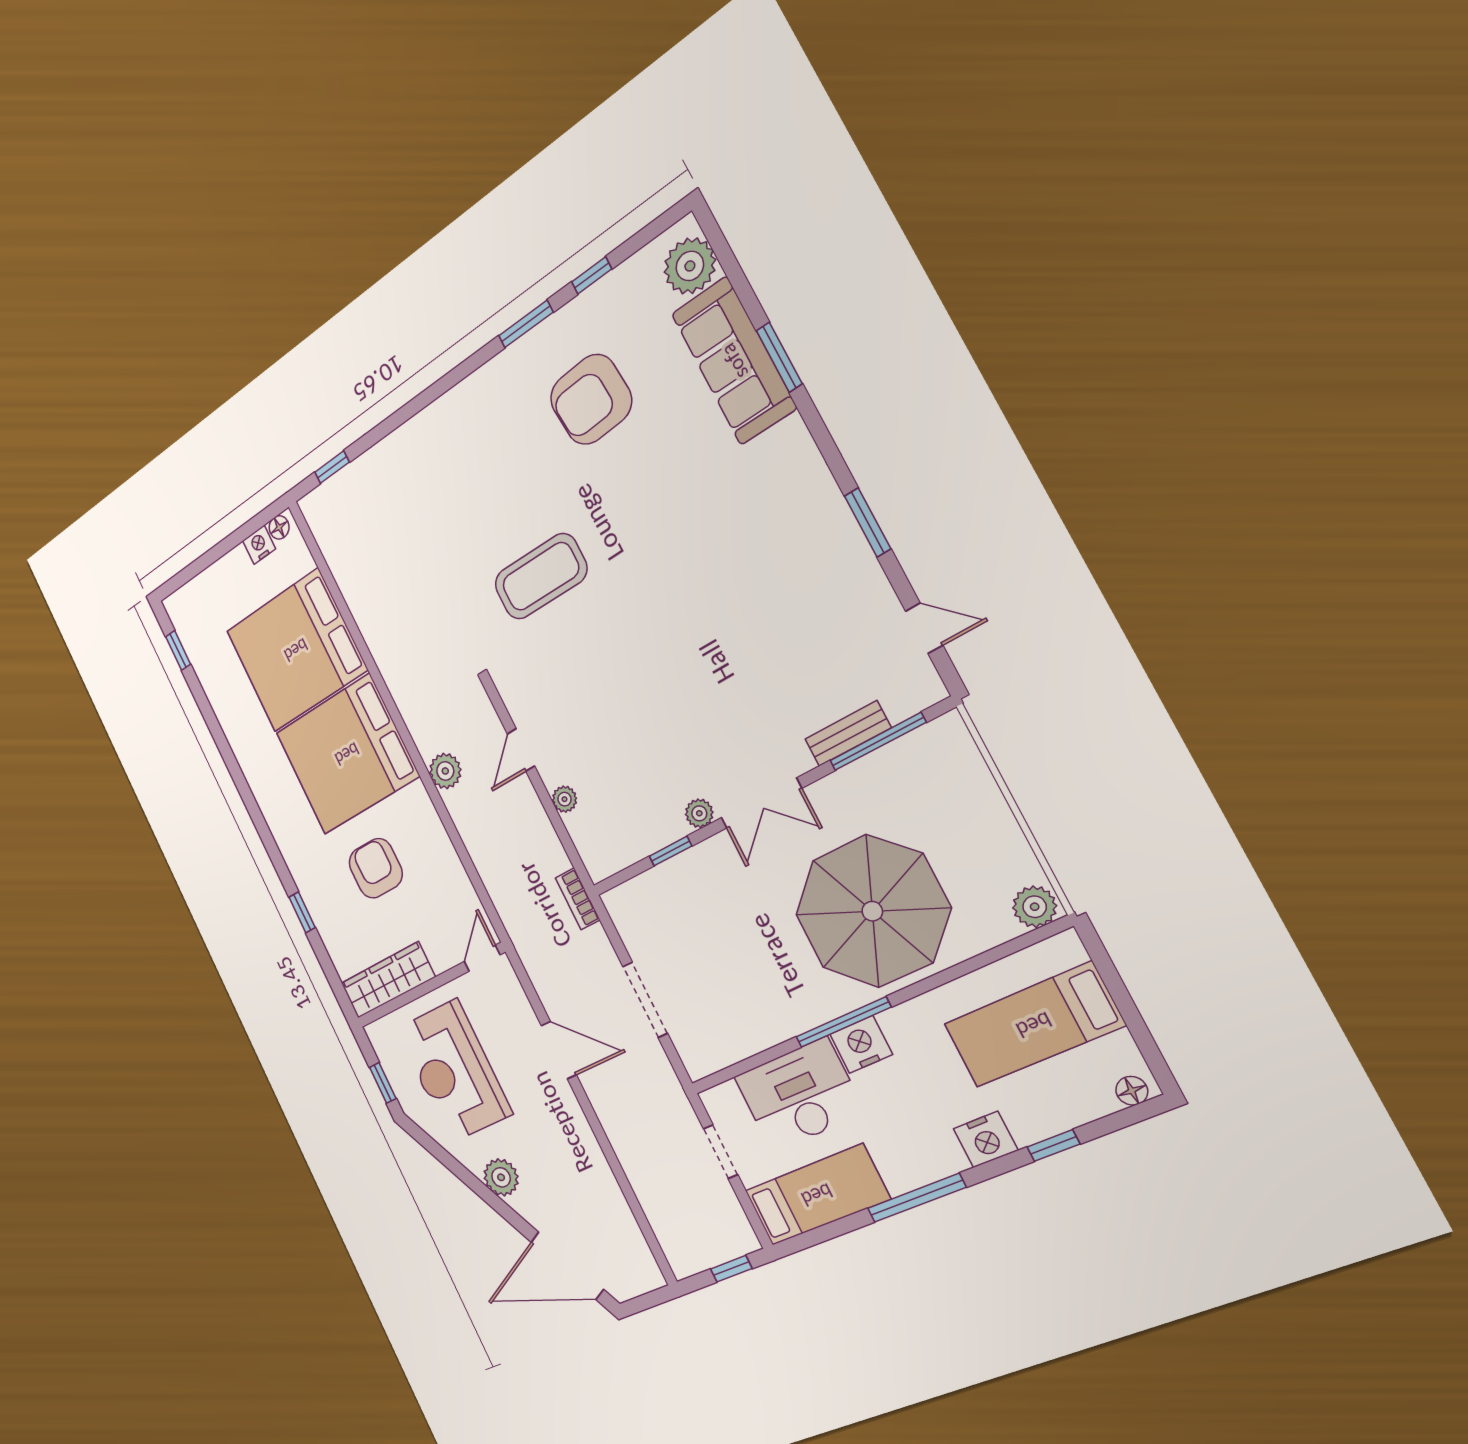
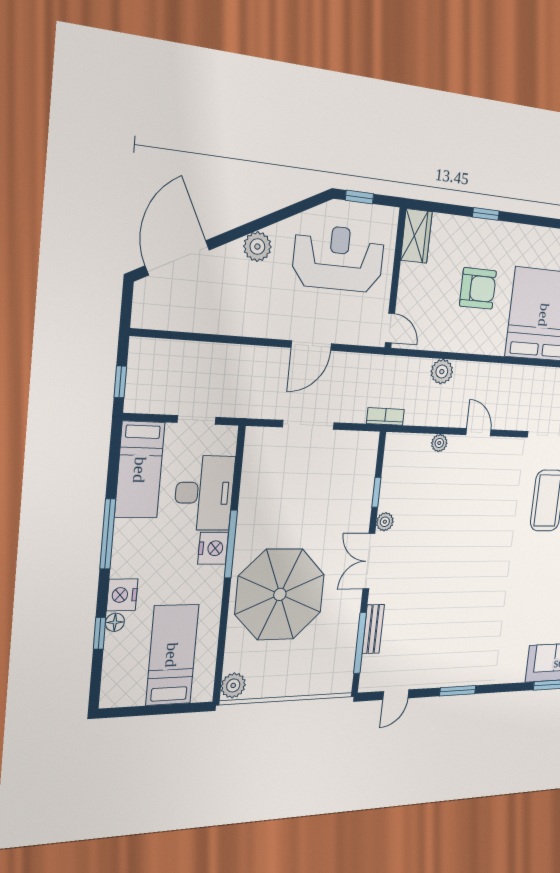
plant: (445, 771) -> (442, 372), moved
wardrobe: (388, 980) -> (416, 236), width x0.67
floor lamp: (1132, 1091) -> (115, 622), moved

